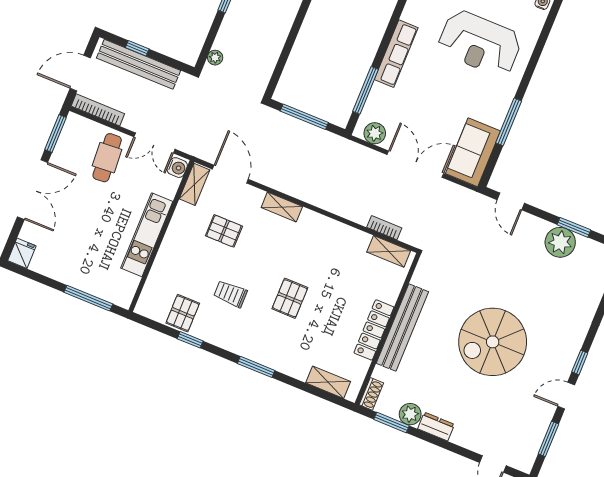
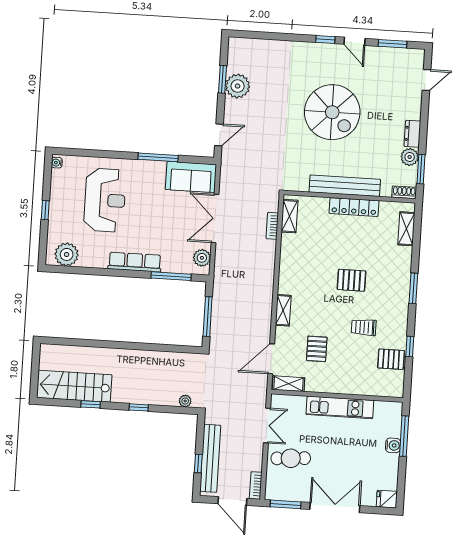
bookcase: (98, 110) -> (256, 486), width x0.64
water cooler: (177, 168) -> (393, 445), moved, turned 90
trolley: (230, 294) -> (364, 327), turned 90

